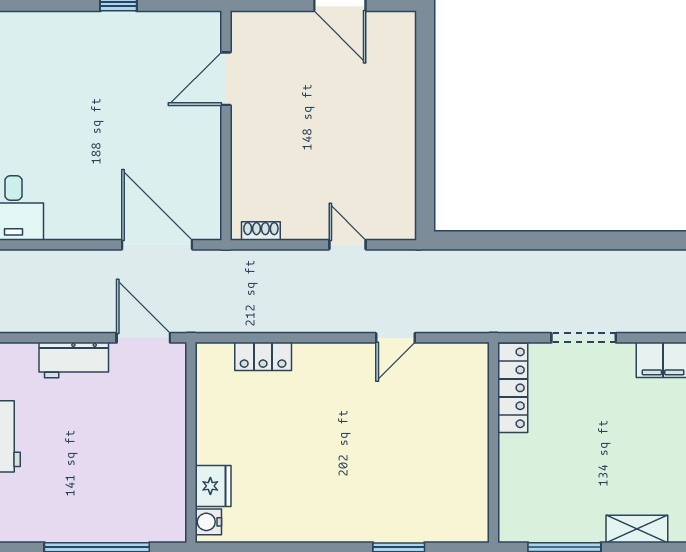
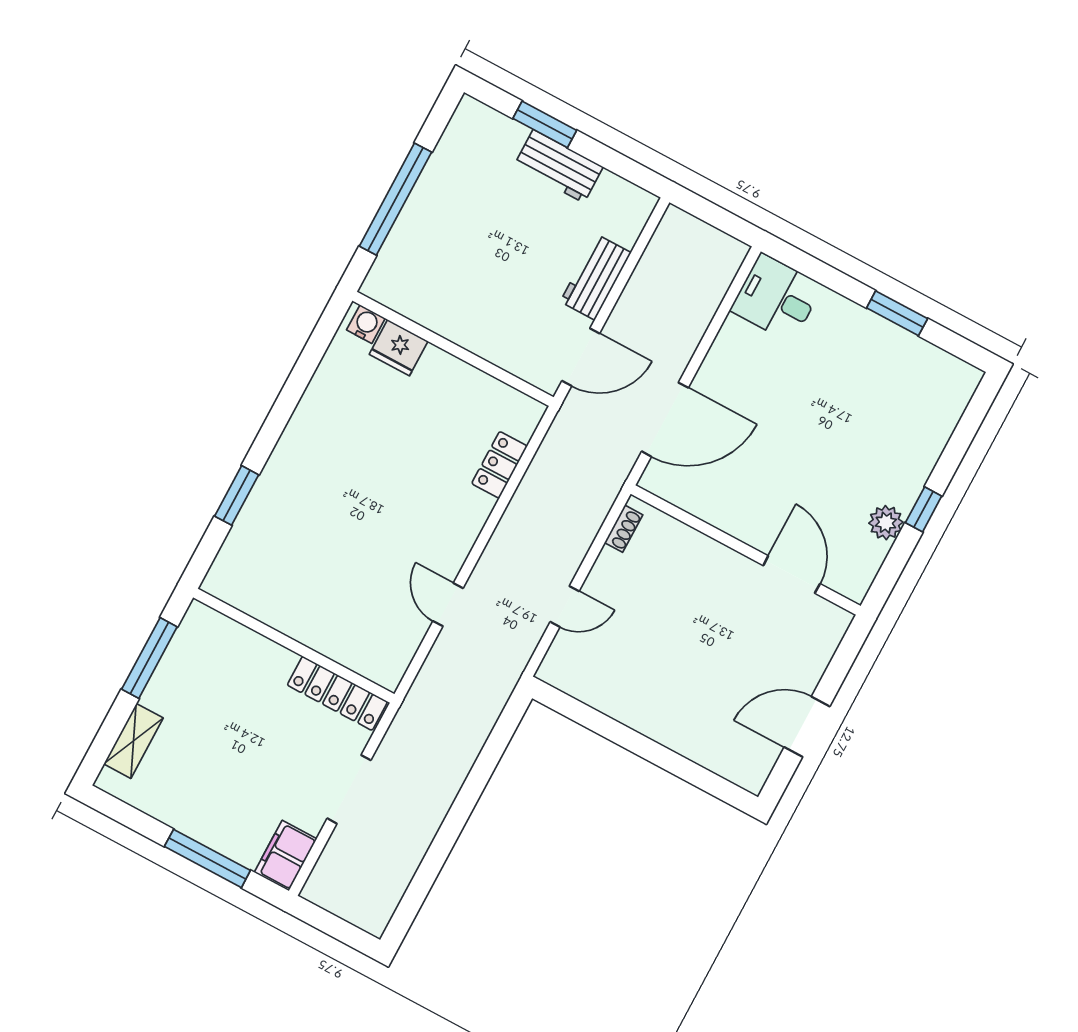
plant: (145, 26) -> (886, 523), added

